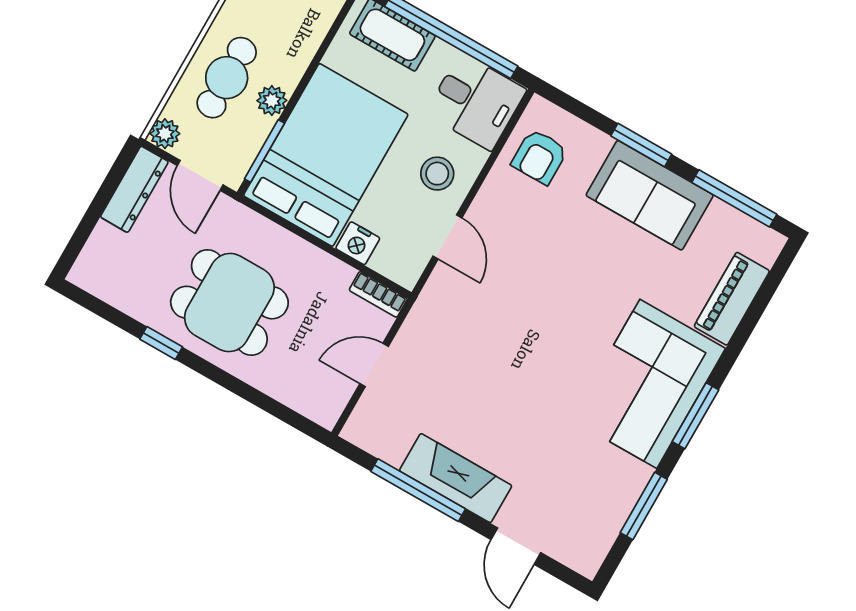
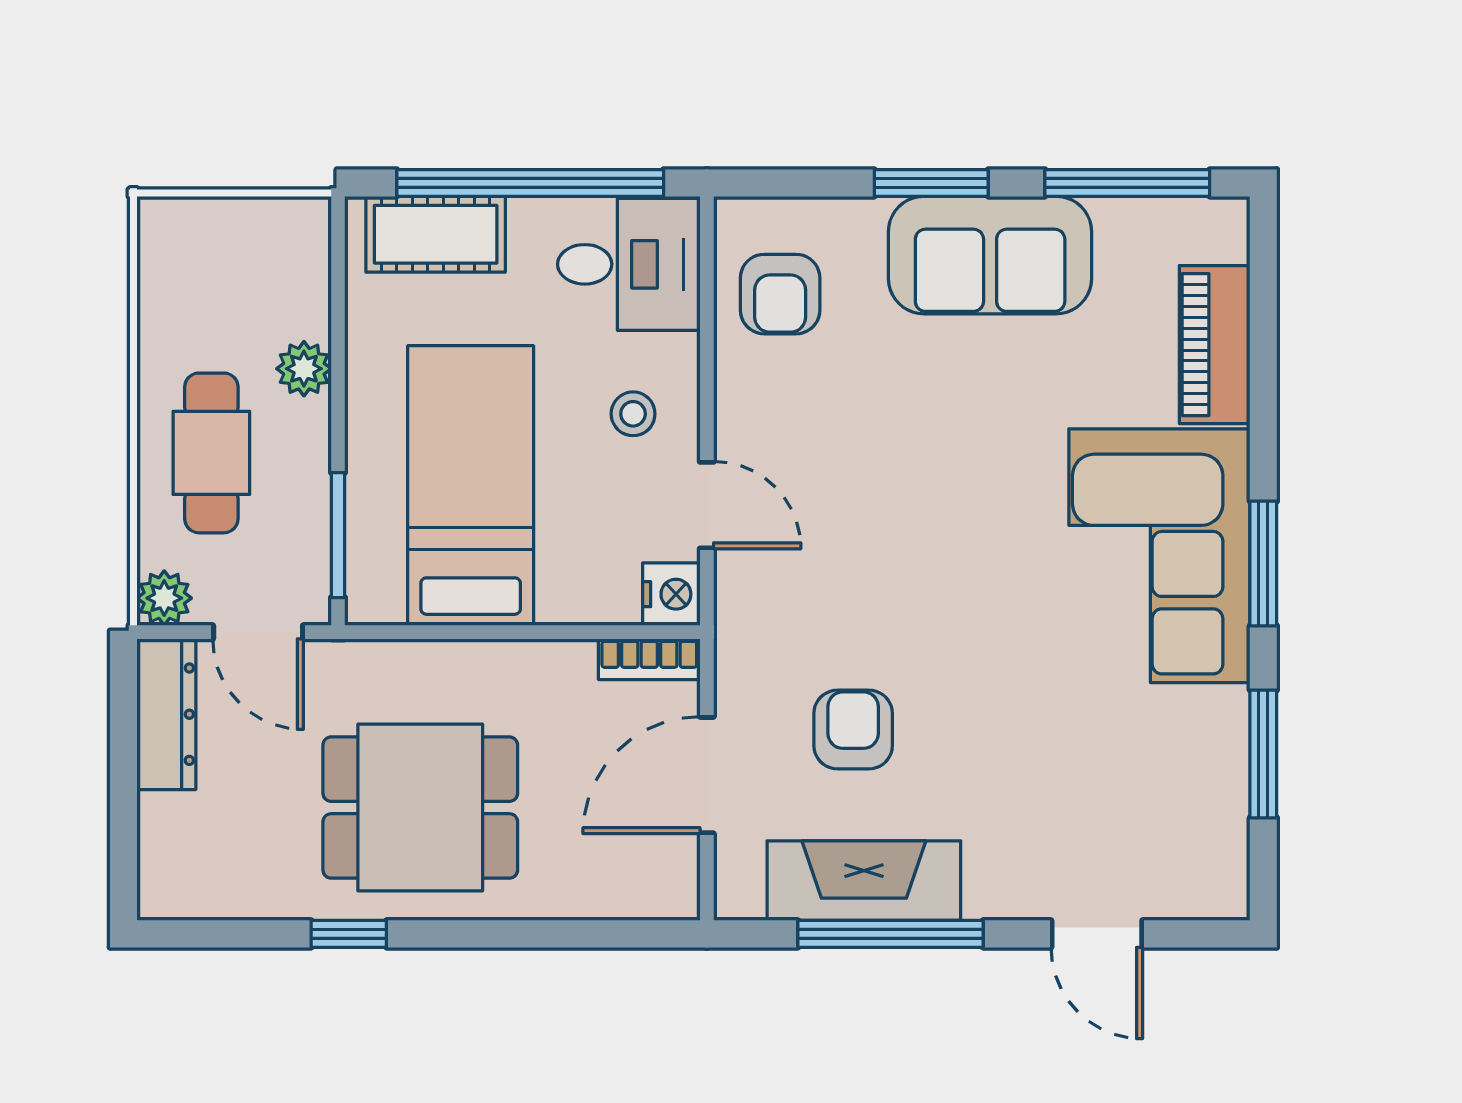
plant: (272, 101) -> (304, 369), moved
bed: (326, 155) -> (471, 486), width x0.67
stool: (437, 174) -> (633, 414), width x0.73, depth x0.73
nightstand: (358, 243) -> (671, 594), moved, turned -90
door: (374, 365) -> (707, 775), width x1.37
armchair: (456, 383) -> (853, 730), added
fireplace: (456, 478) -> (864, 881), moved

